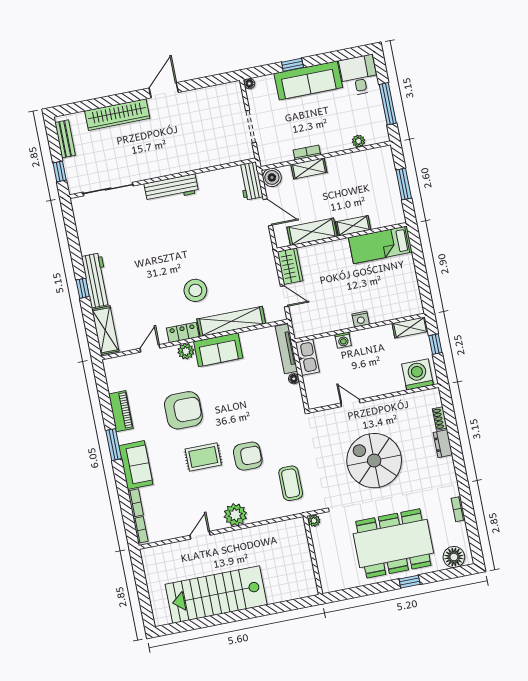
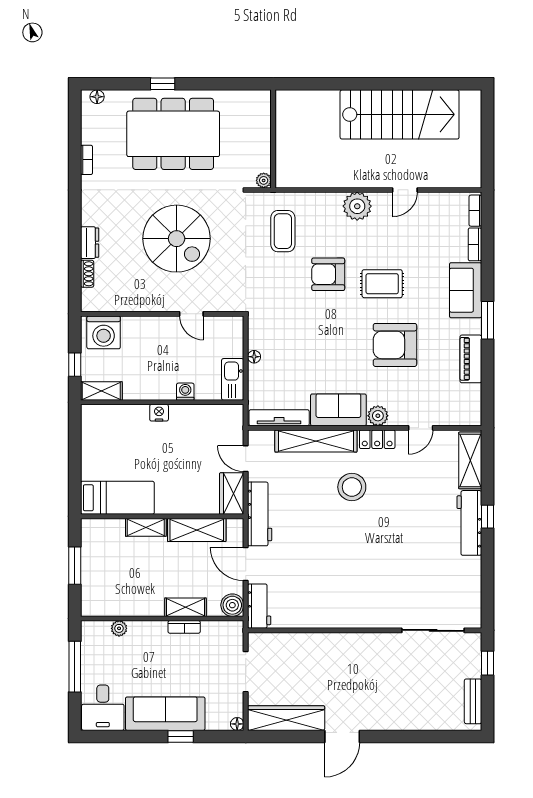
wardrobe: (117, 115) -> (286, 718), moved
workbench: (171, 188) -> (260, 514), moved, turned 90
tv unit: (286, 349) -> (279, 418), moved, turned -90
floor lamp: (454, 557) -> (97, 97), width x0.53, depth x0.53

